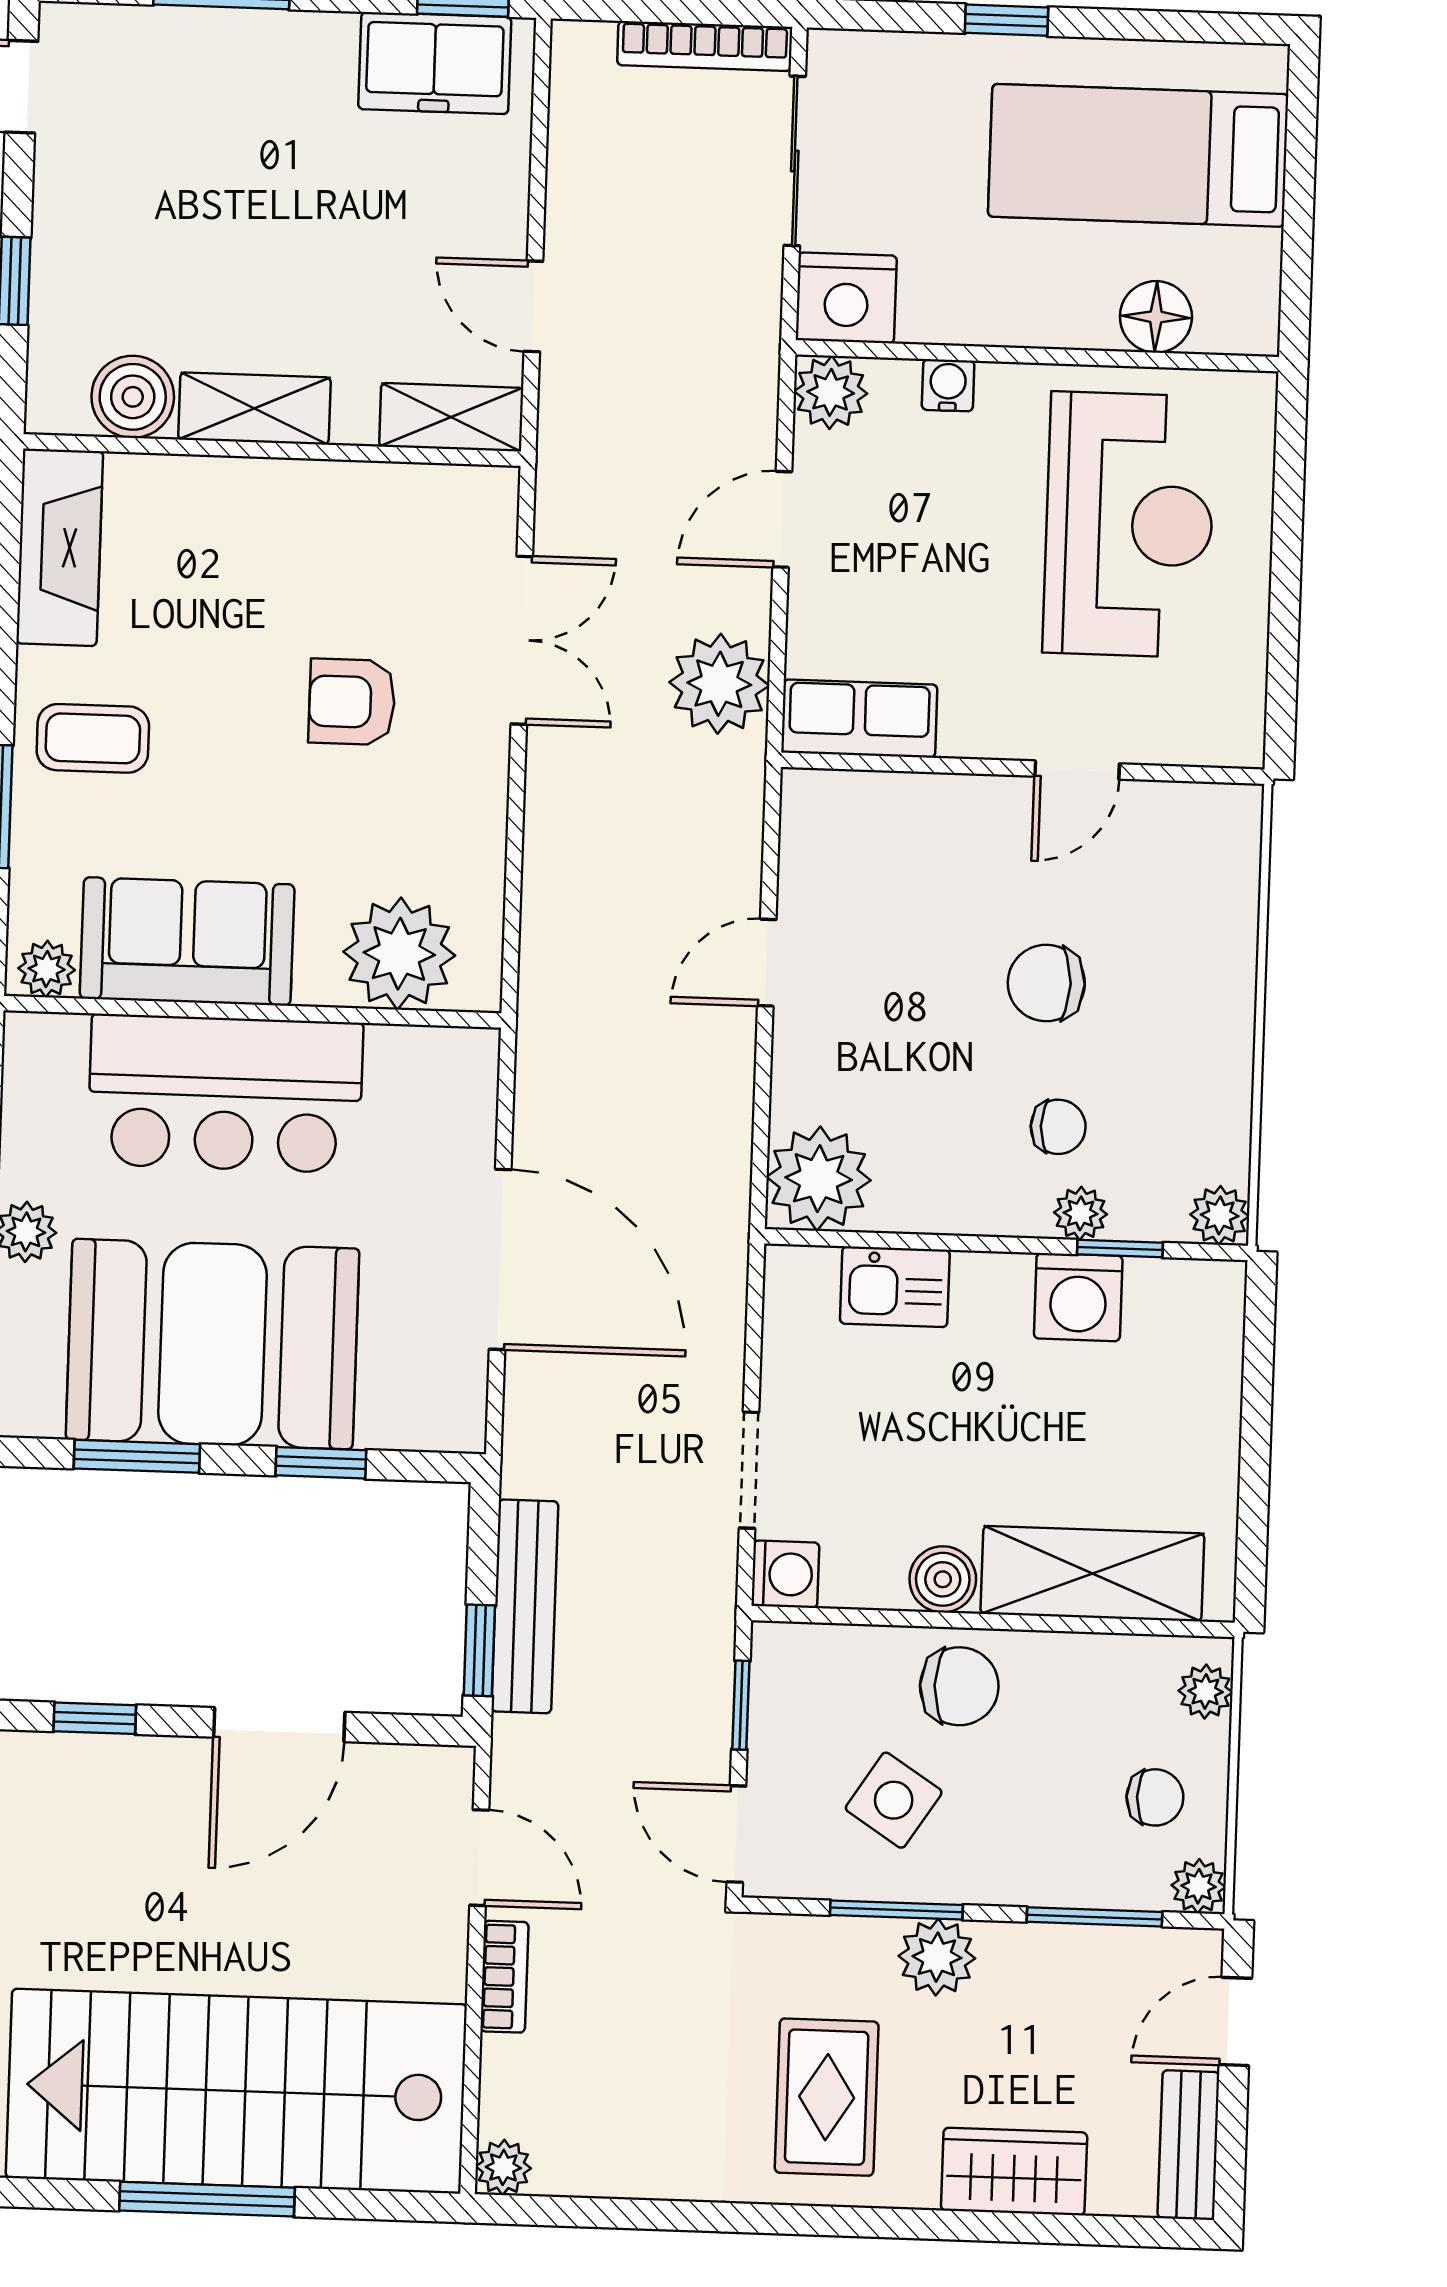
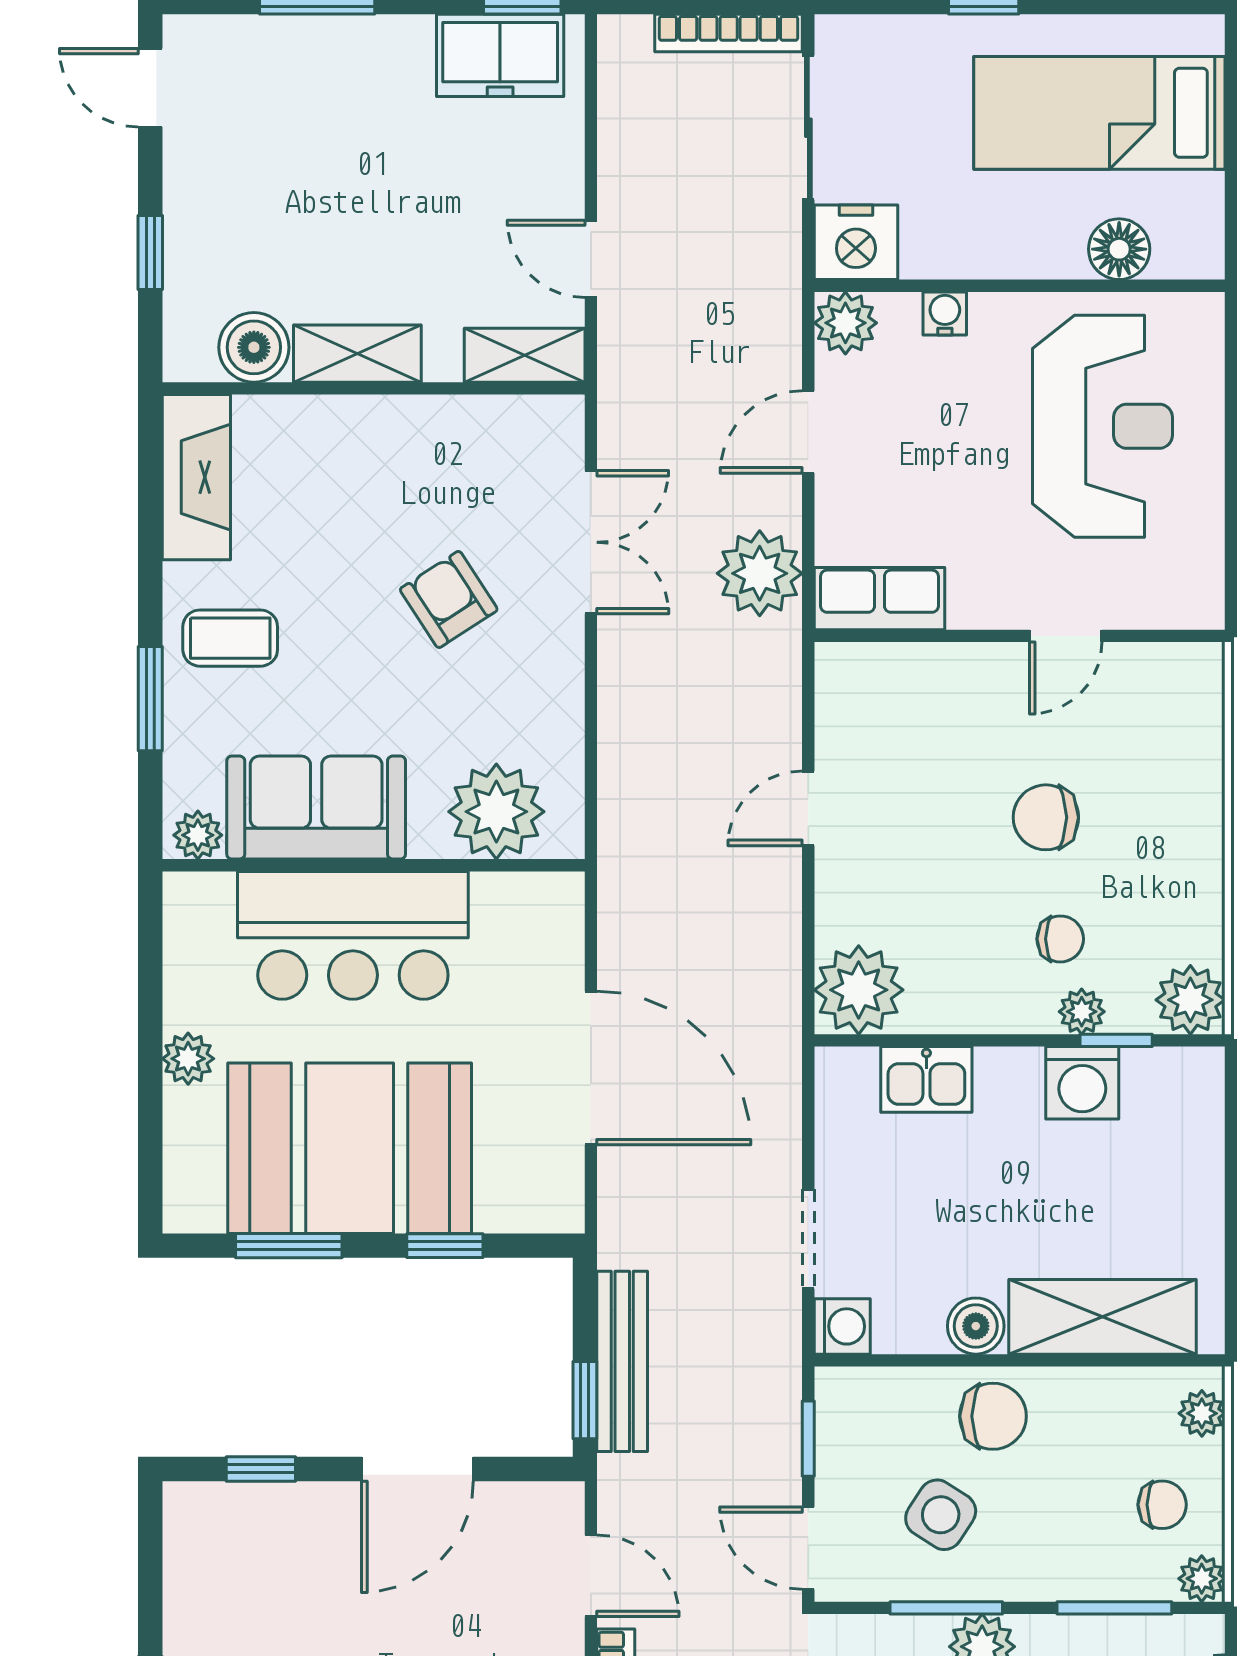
armchair: (352, 702) -> (449, 599), turned 57
plant: (1220, 1215) -> (1190, 1000), width x1.38, depth x1.38

